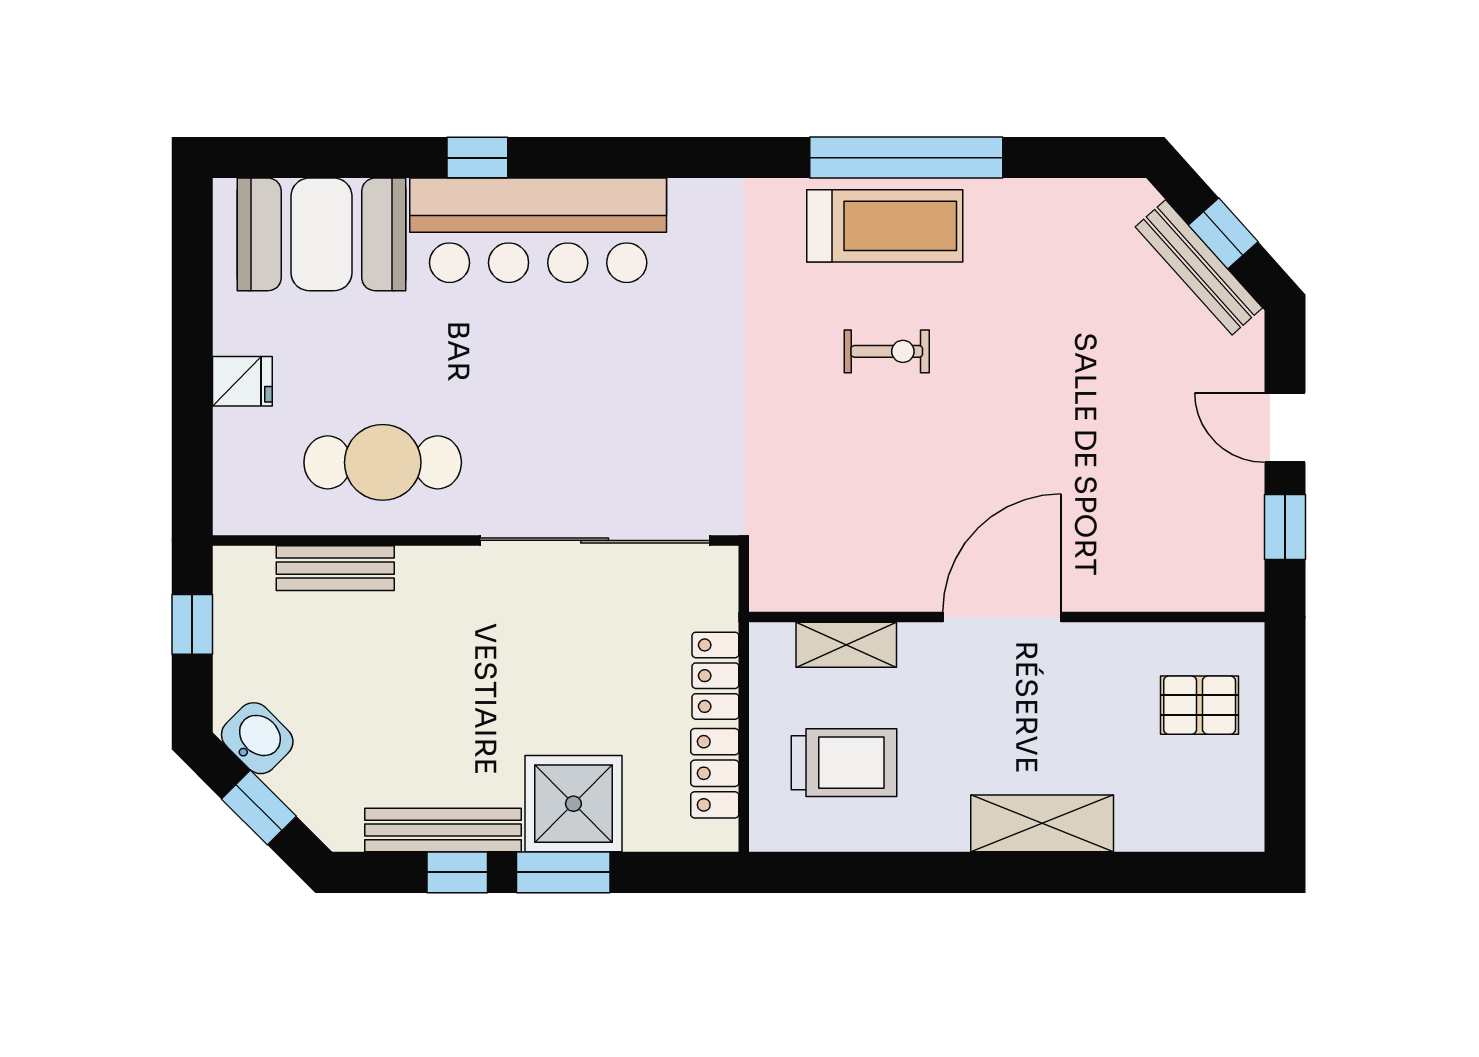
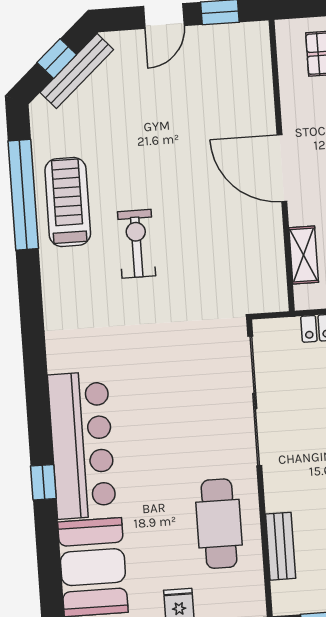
window: (906, 158) -> (23, 195), moved
treadmill: (885, 226) -> (68, 202), moved
exercise bike: (887, 351) -> (137, 244), width x1.38, depth x1.39

